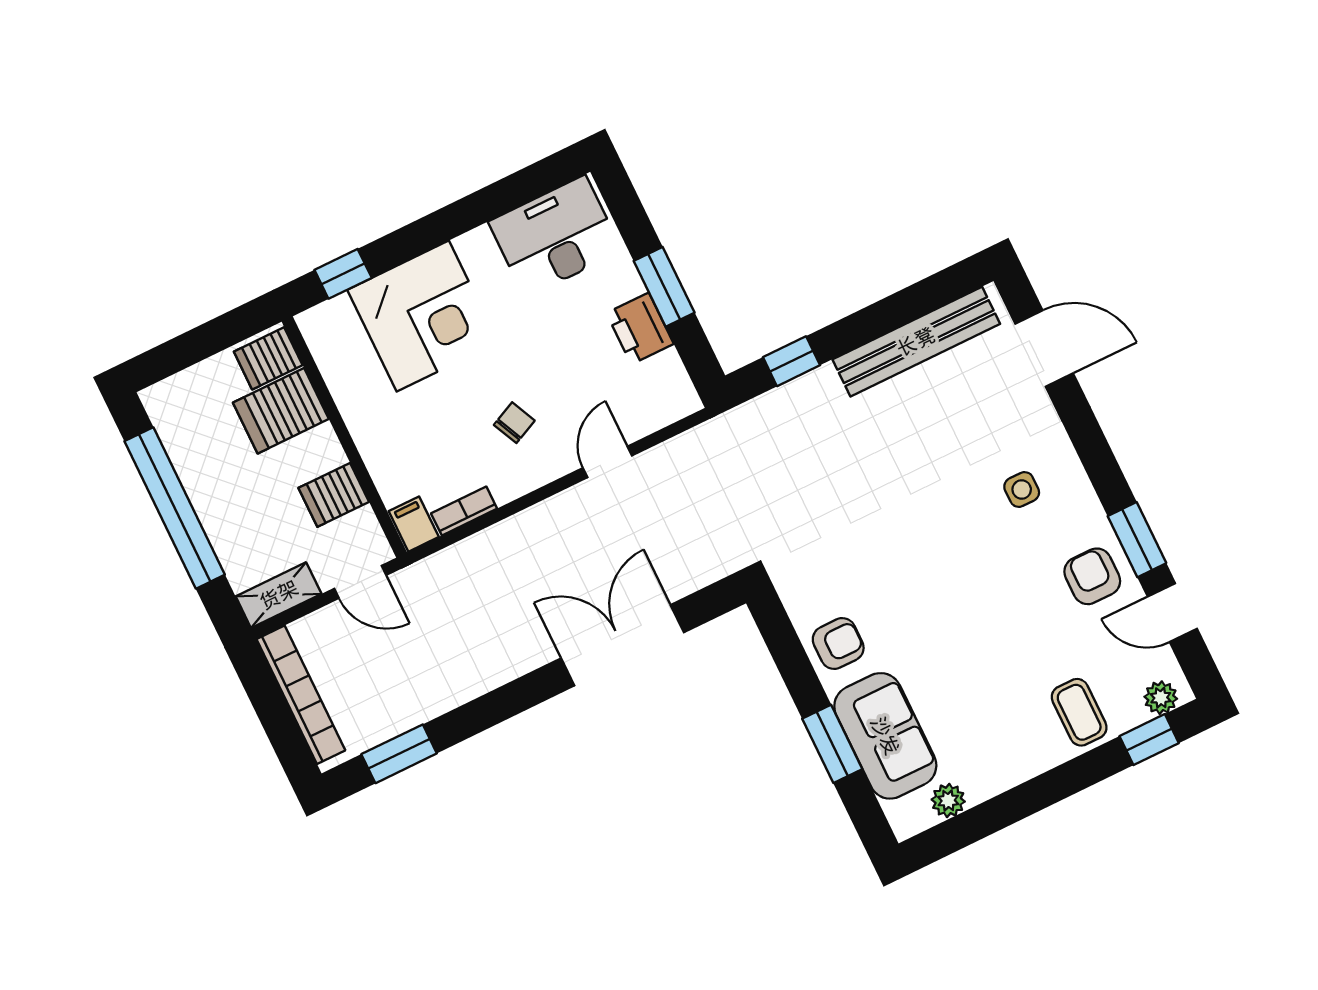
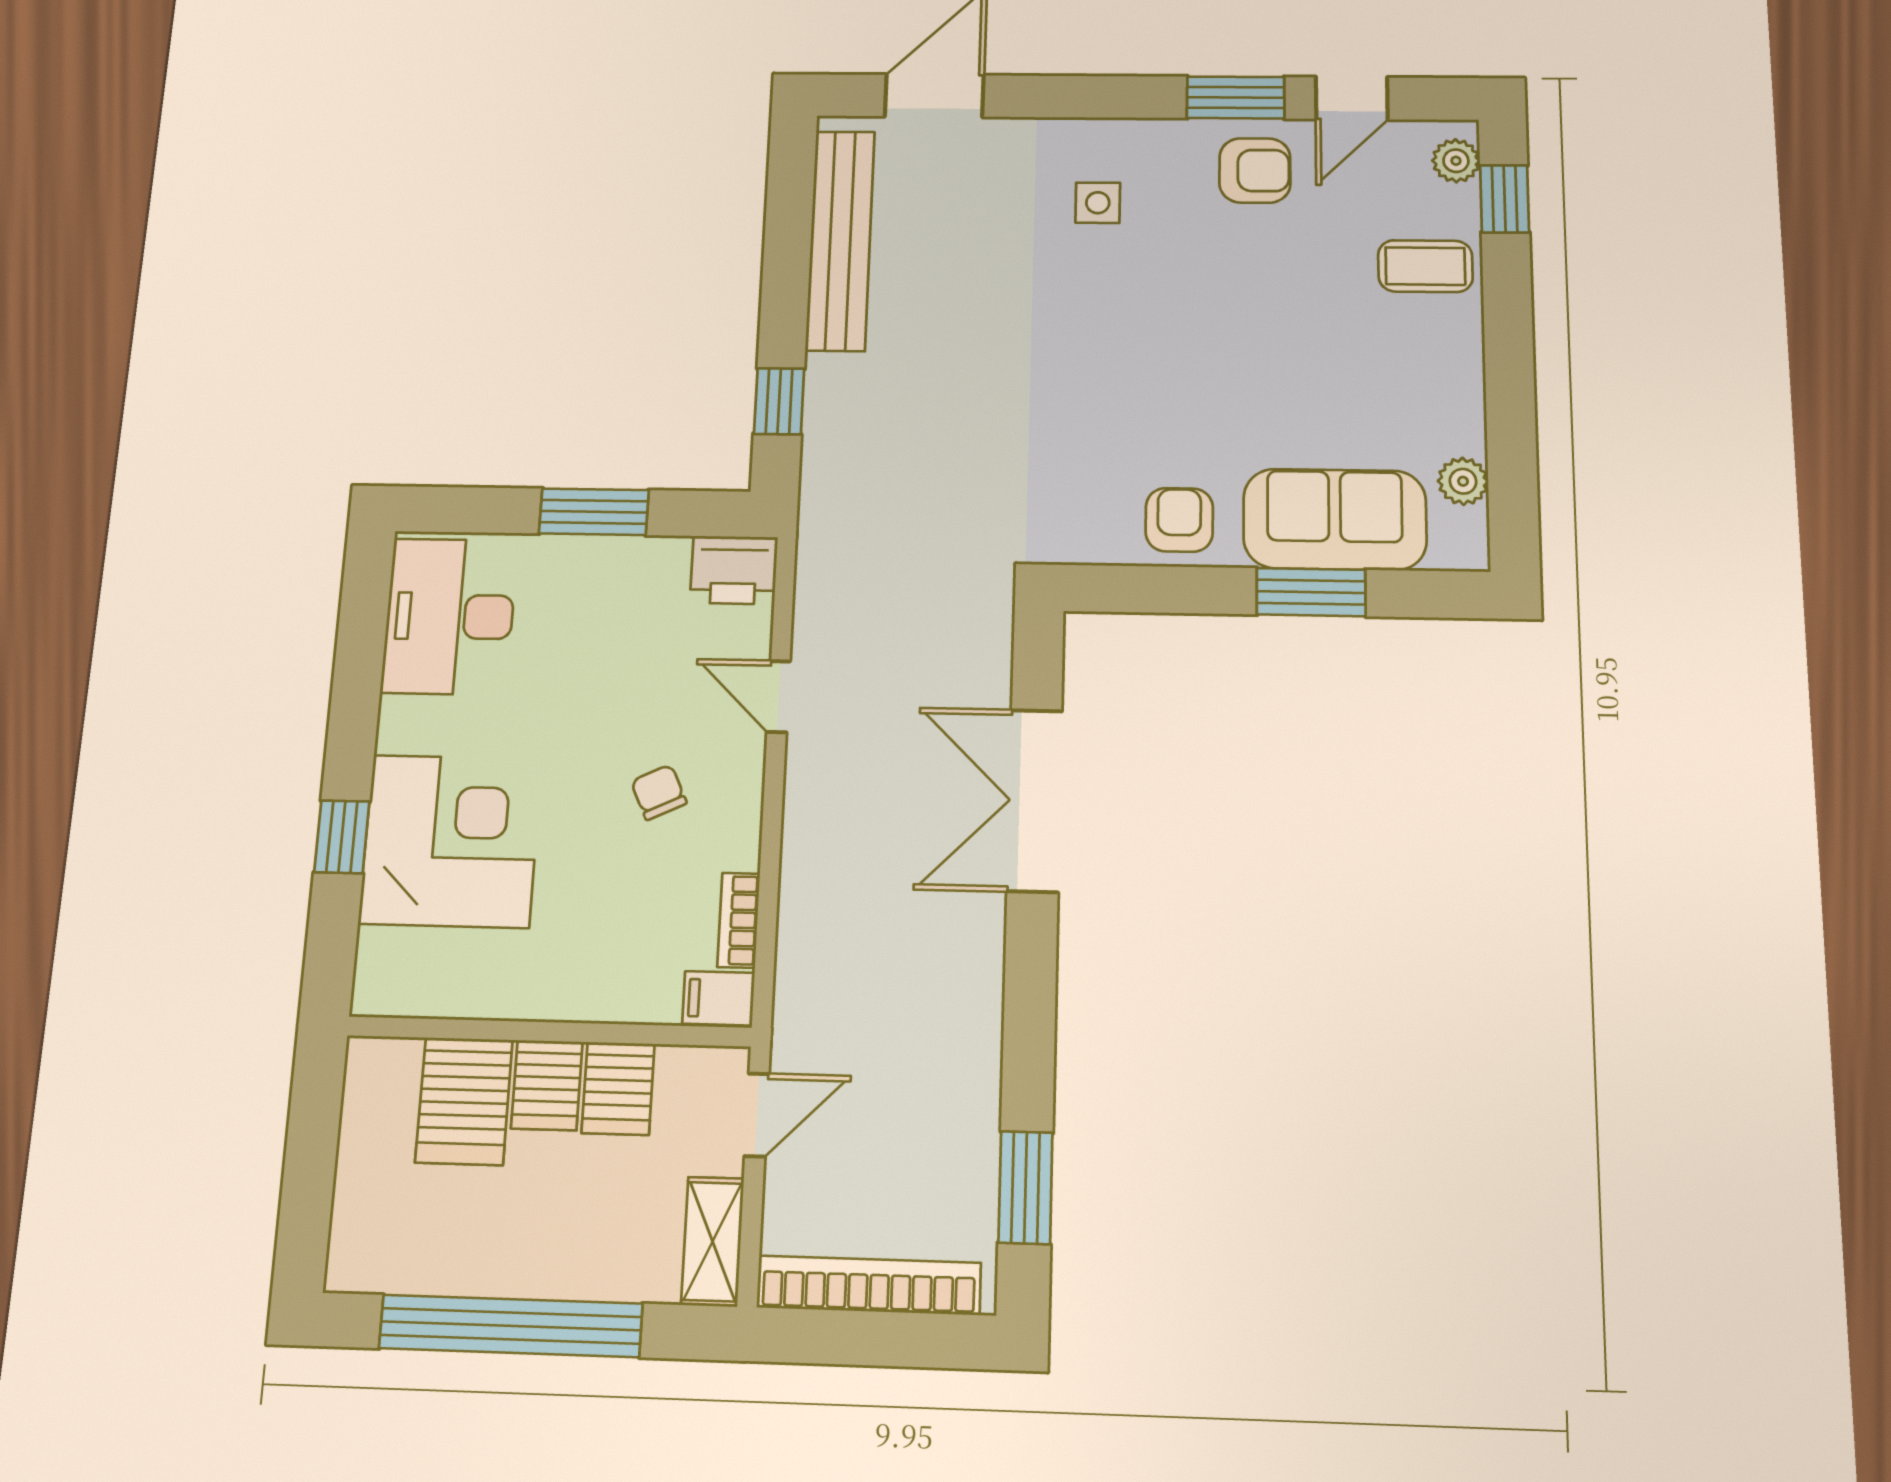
window: (343, 274) -> (342, 837), moved
printer: (640, 328) -> (734, 570), moved
server rack: (268, 358) -> (547, 1085), moved
armchair: (1092, 576) -> (1255, 170), turned 180

